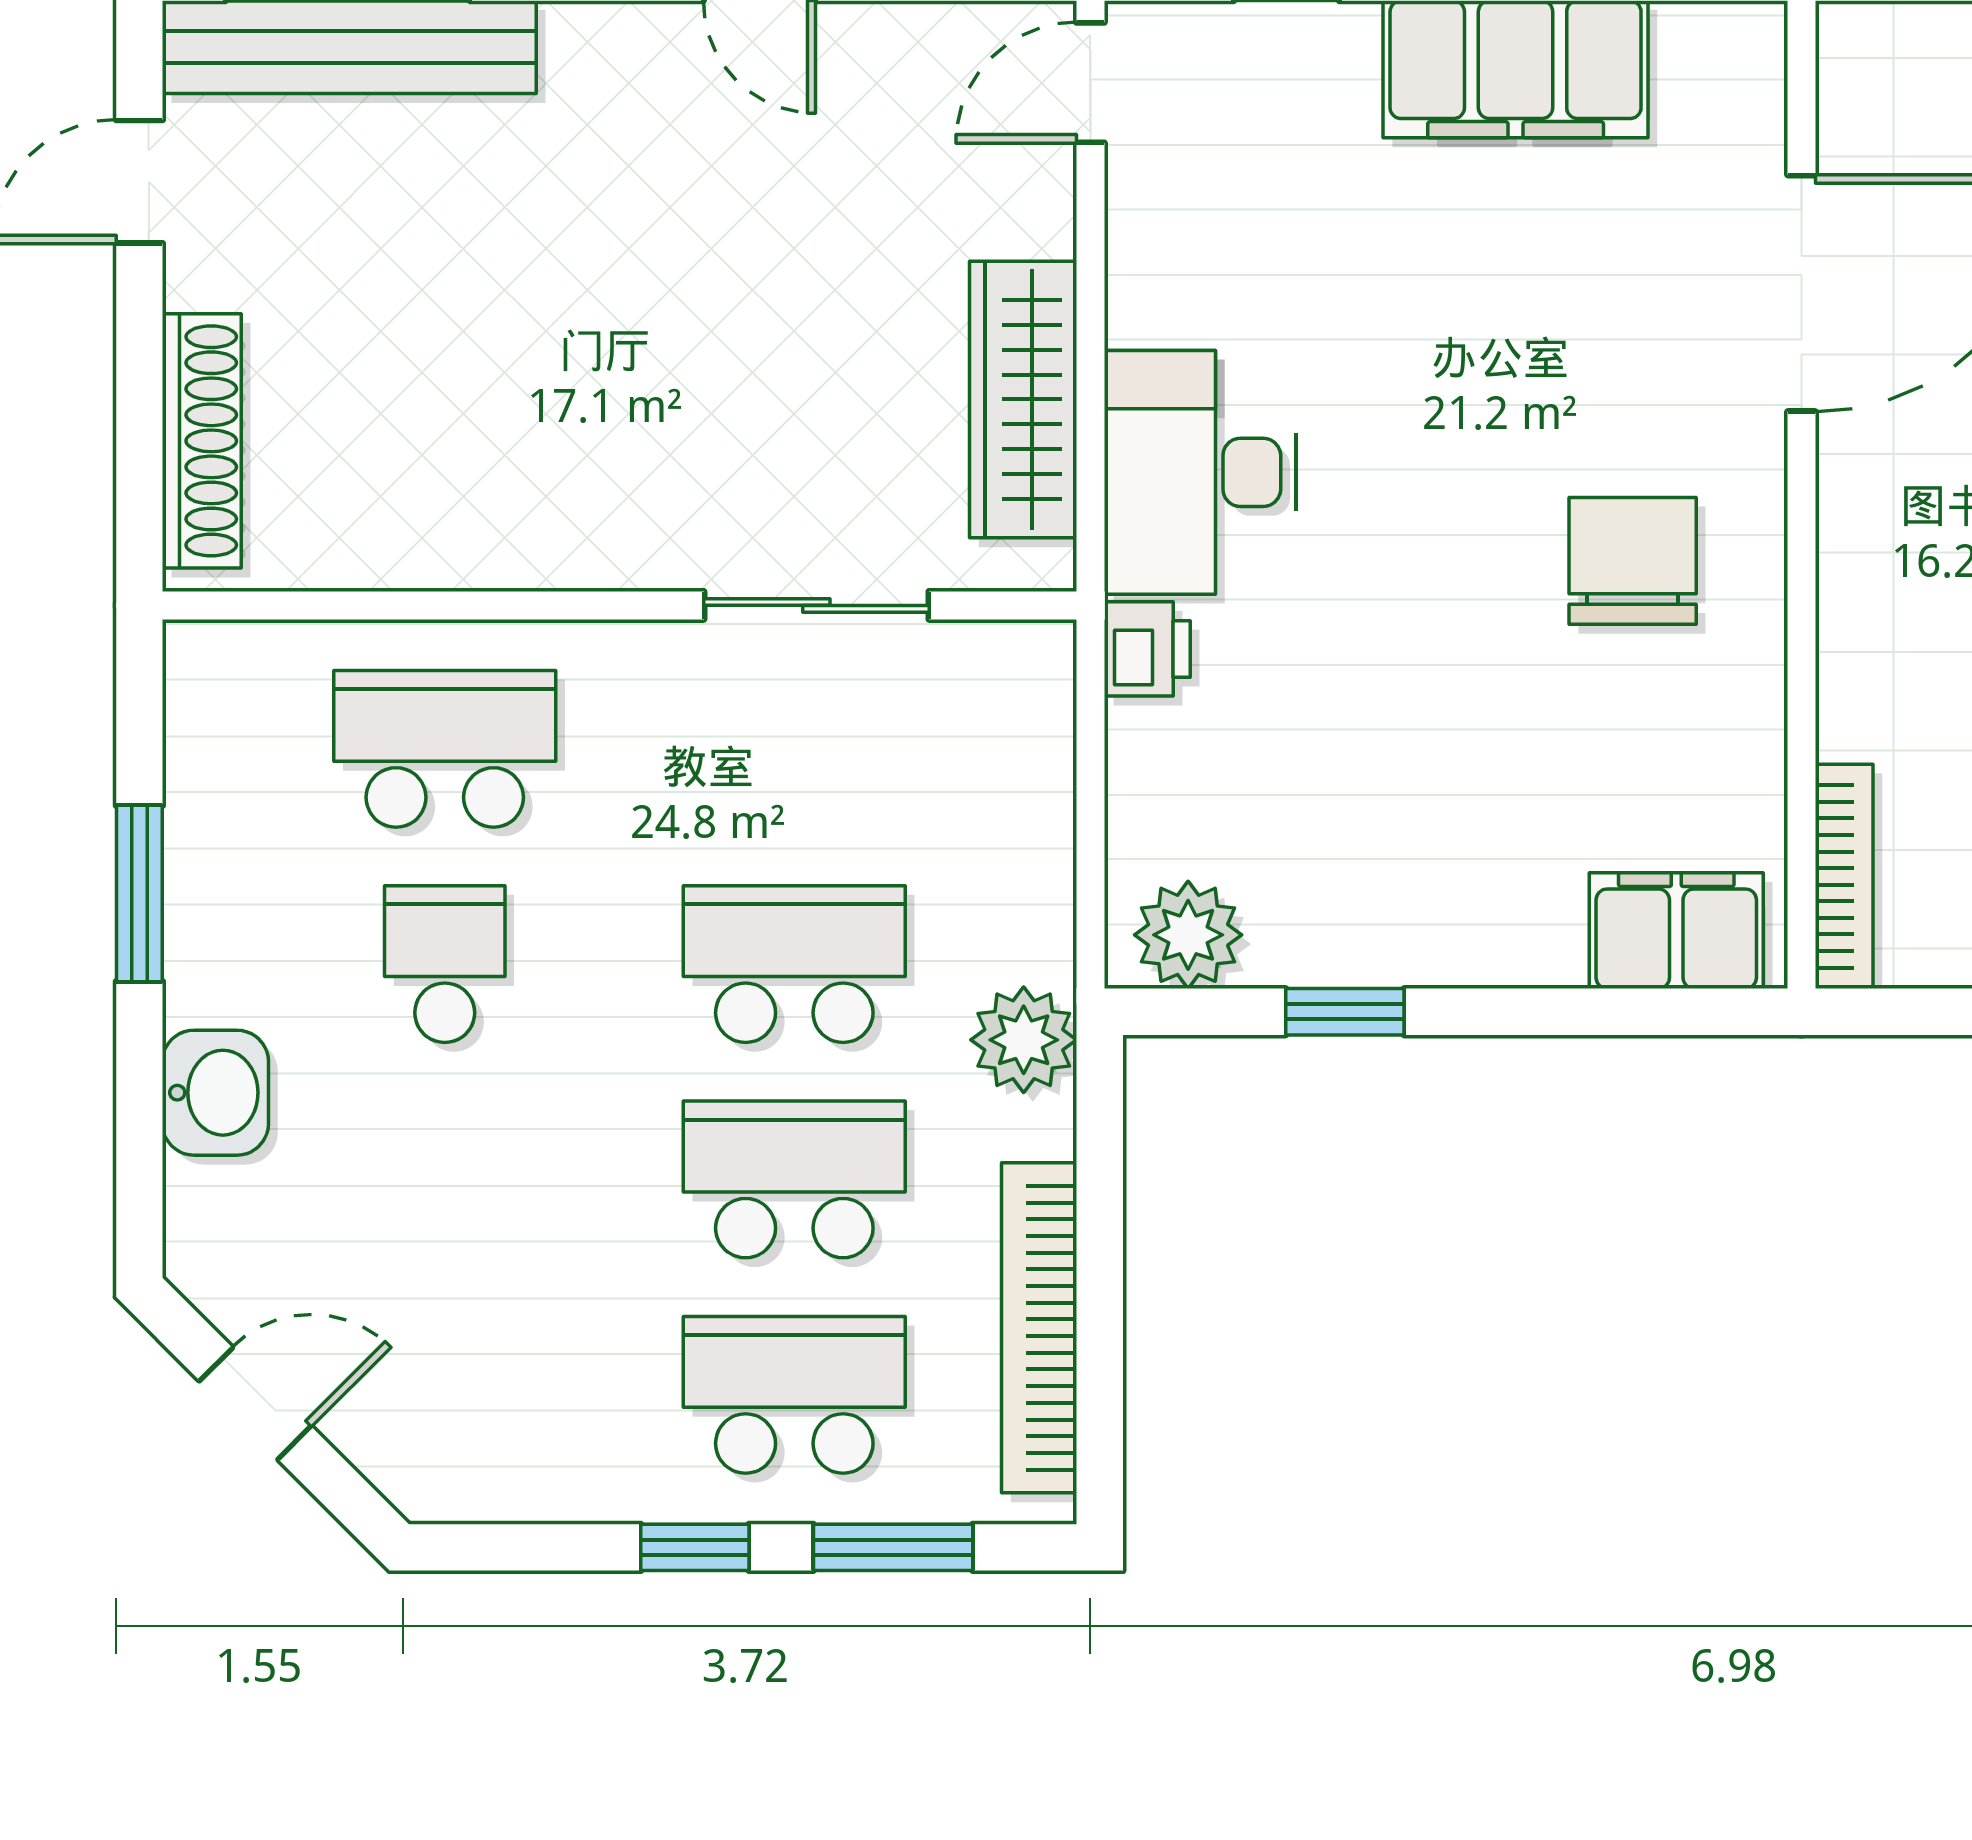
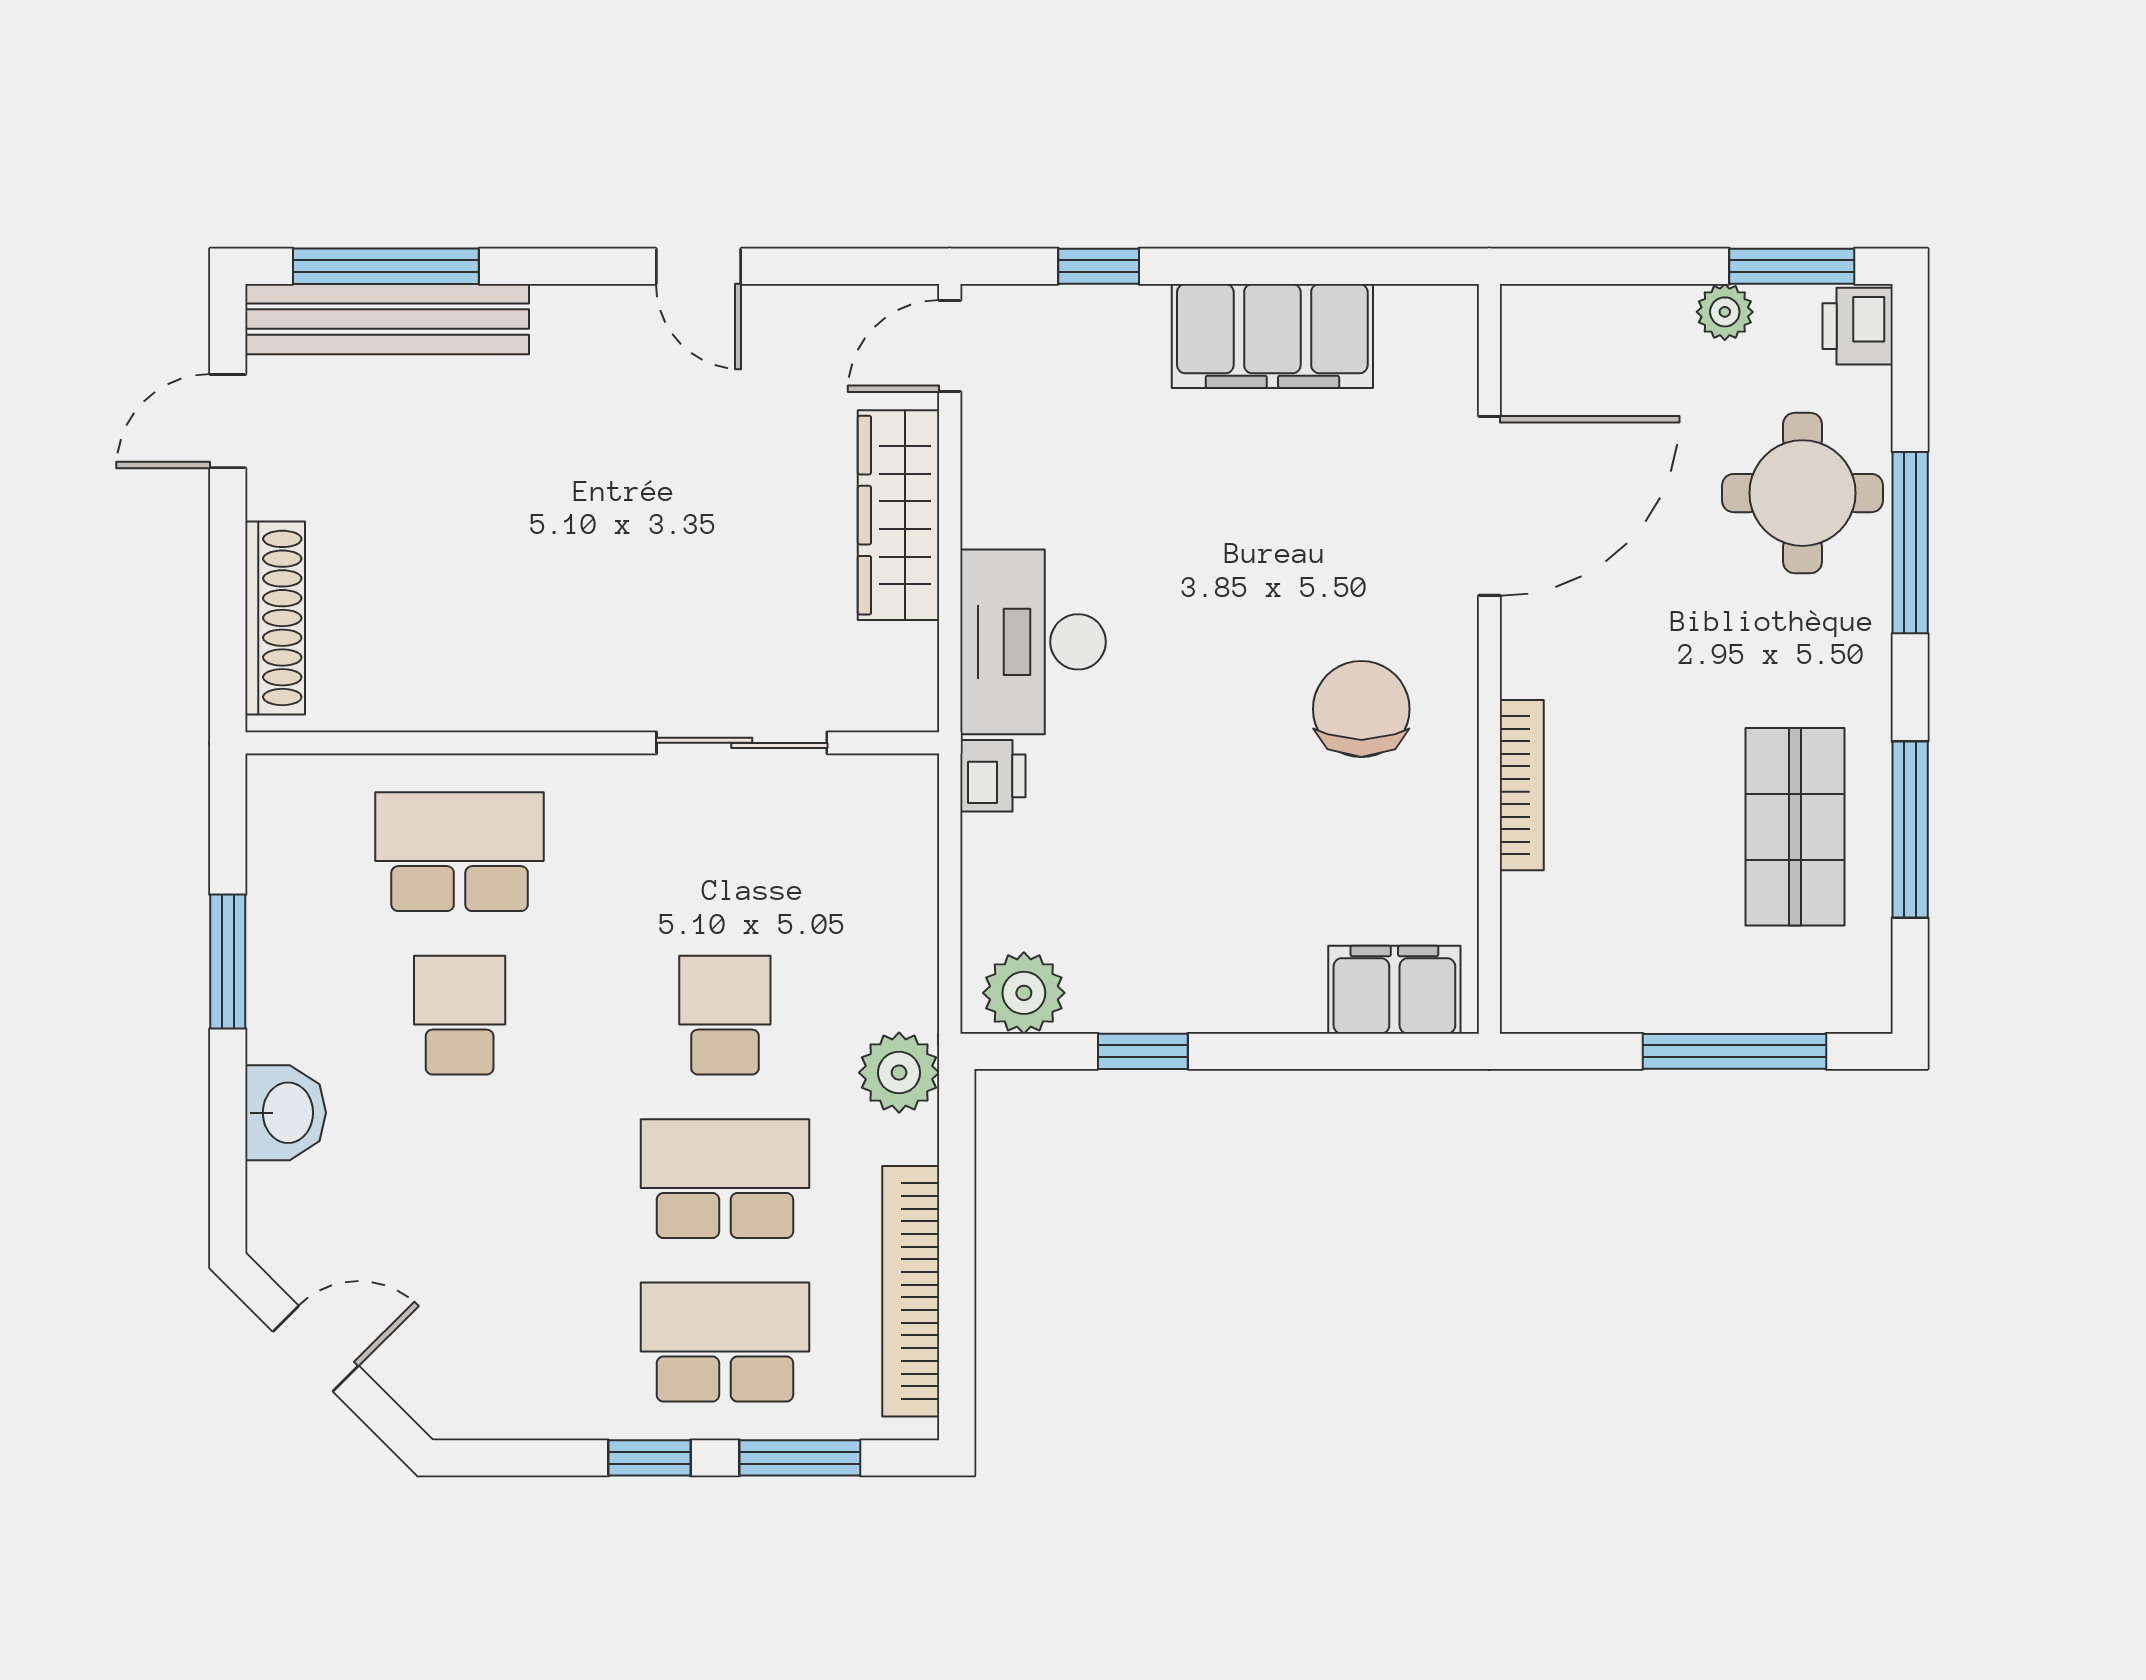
wardrobe: (1023, 399) -> (899, 515), moved
bookcase: (1844, 876) -> (1522, 785), moved
school desk: (794, 964) -> (725, 1015), width x0.54

